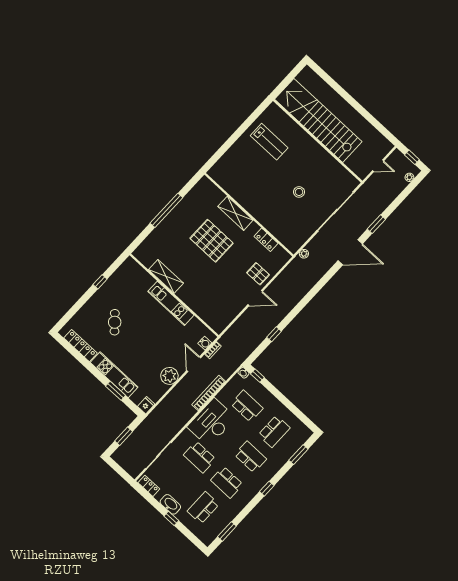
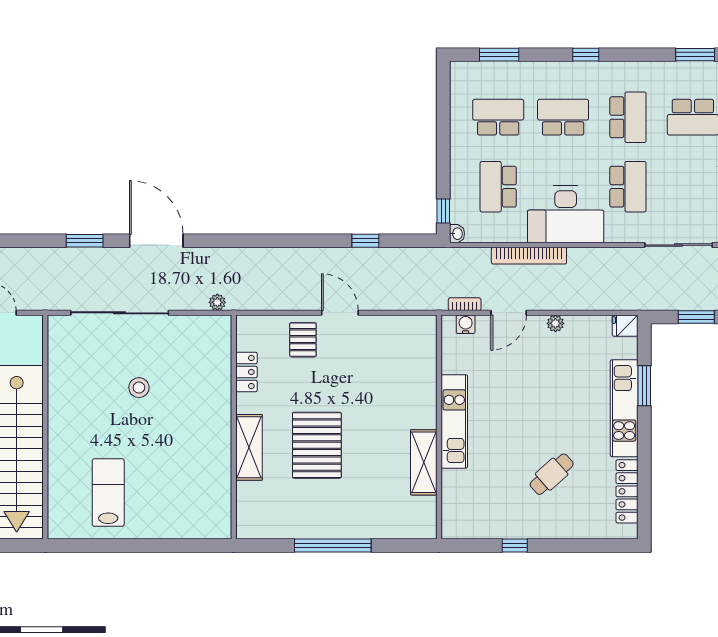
plant: (169, 376) -> (555, 323), width x0.53, depth x0.53
school desk: (250, 457) -> (563, 117), turned 90

